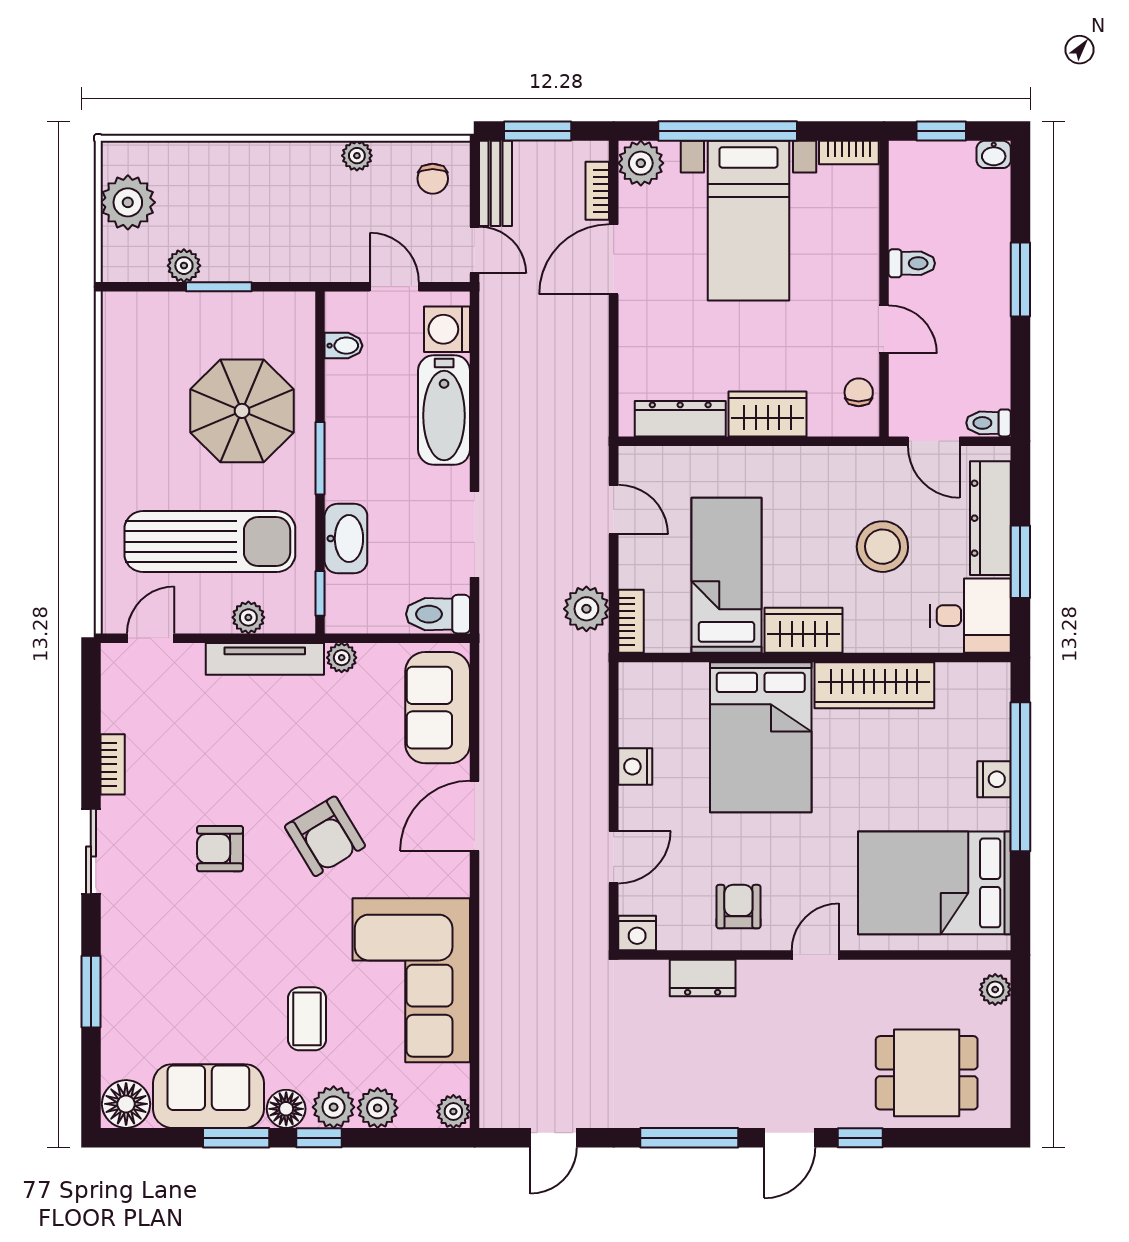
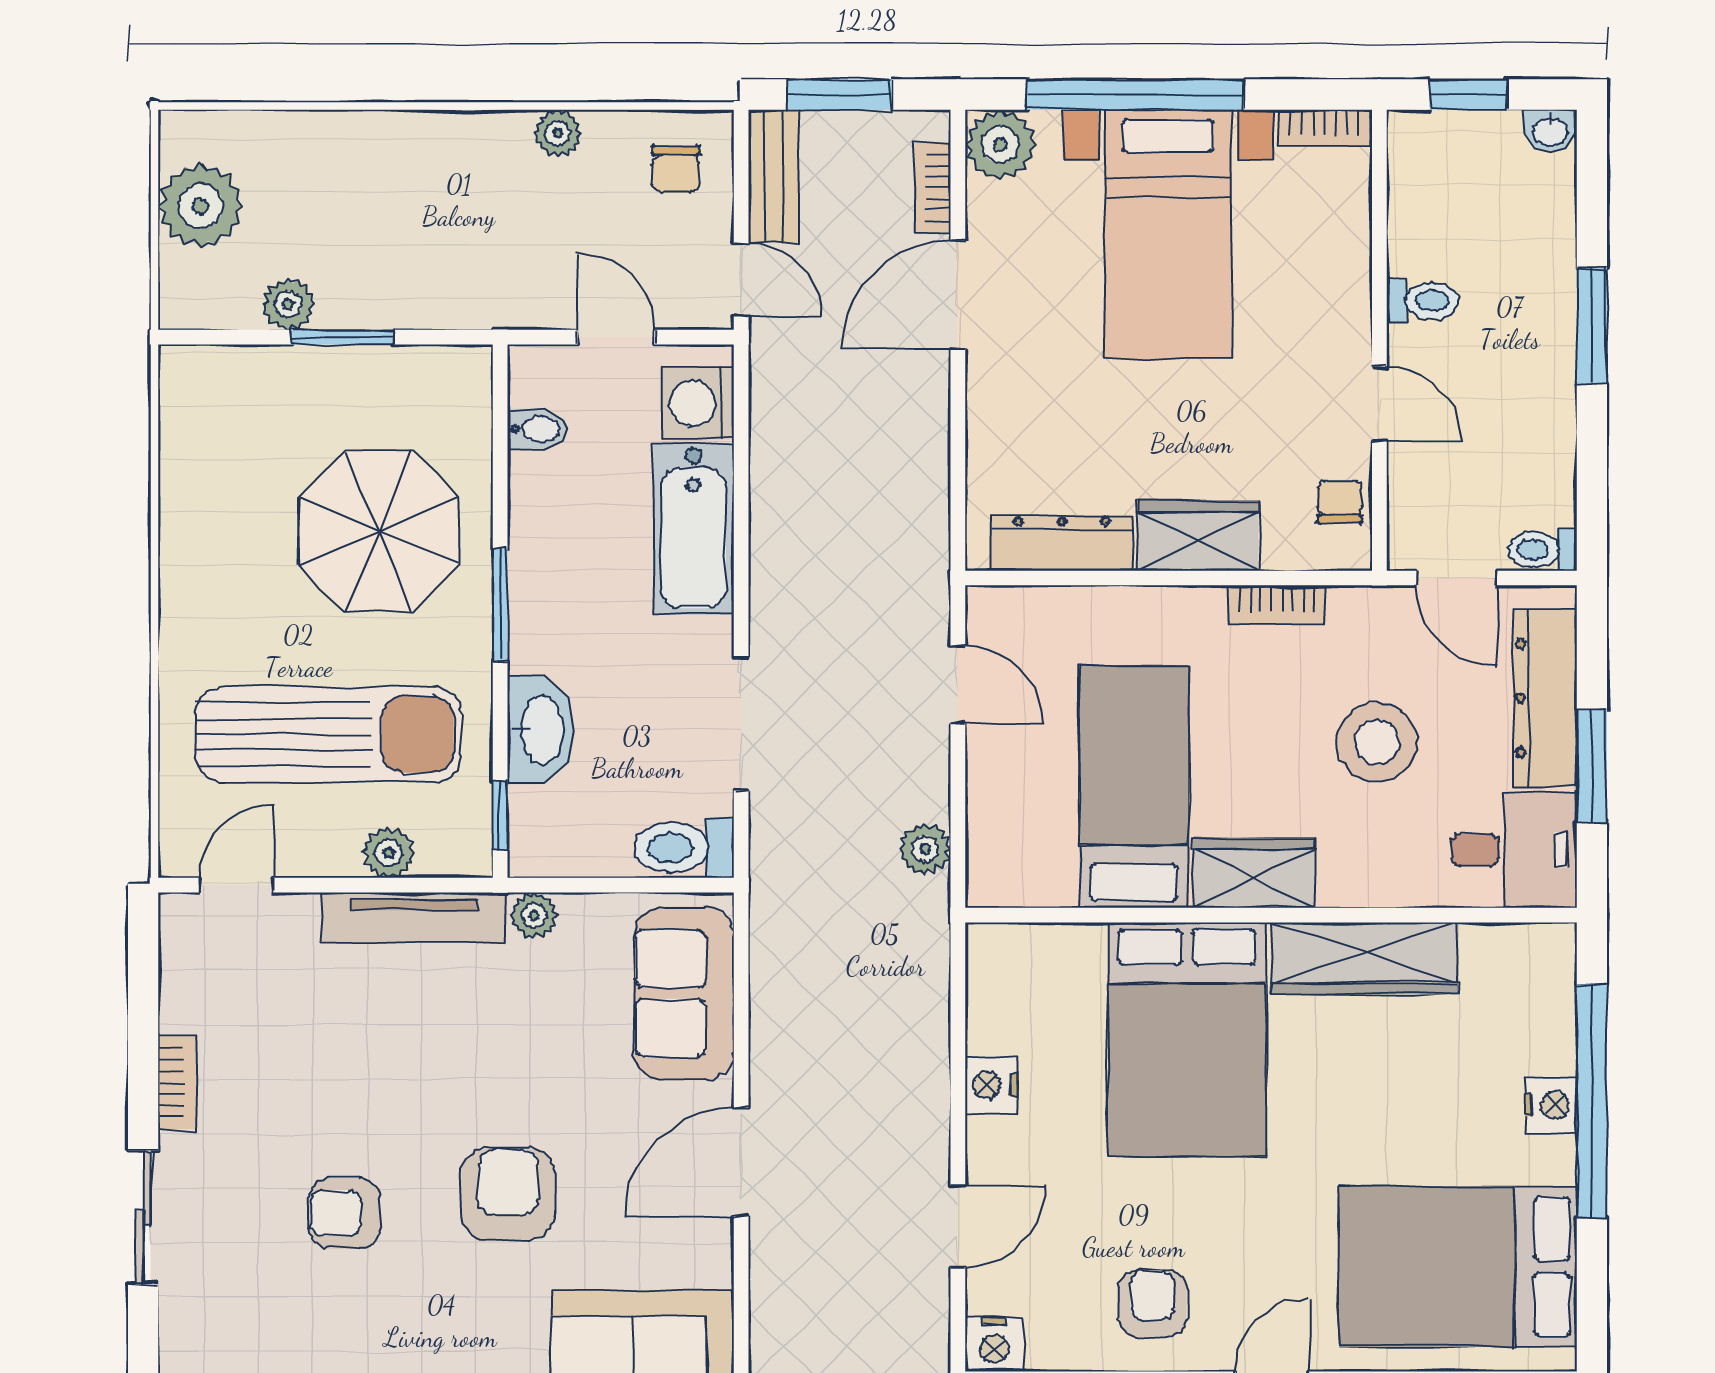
plant: (586, 609) -> (925, 849), width x0.73, depth x0.73
bookcase: (631, 621) -> (1276, 605), moved, turned 90
armchair: (325, 836) -> (508, 1194), turned -149

